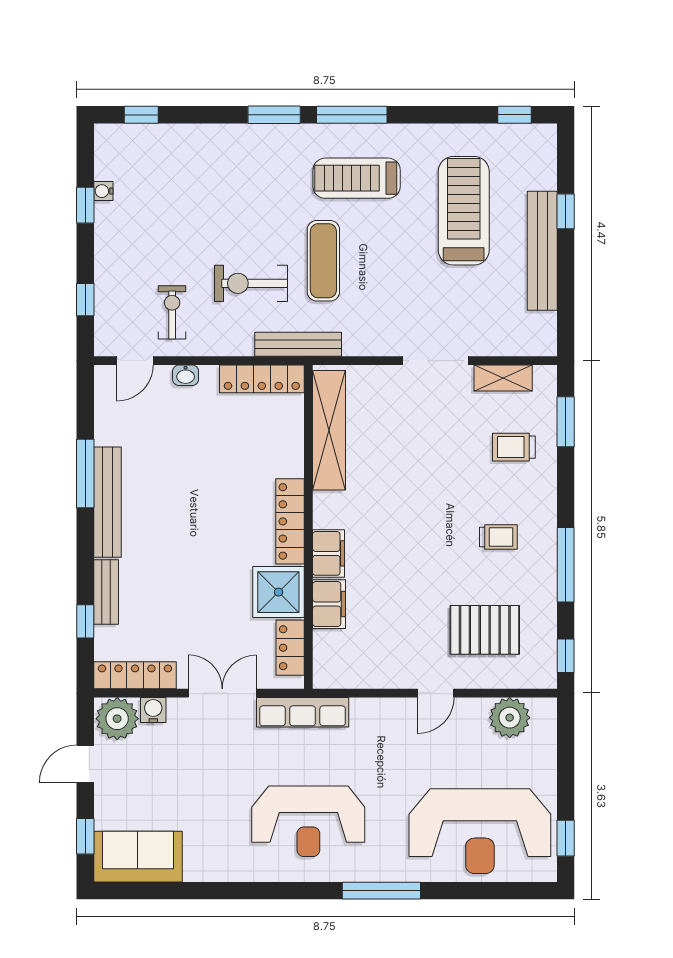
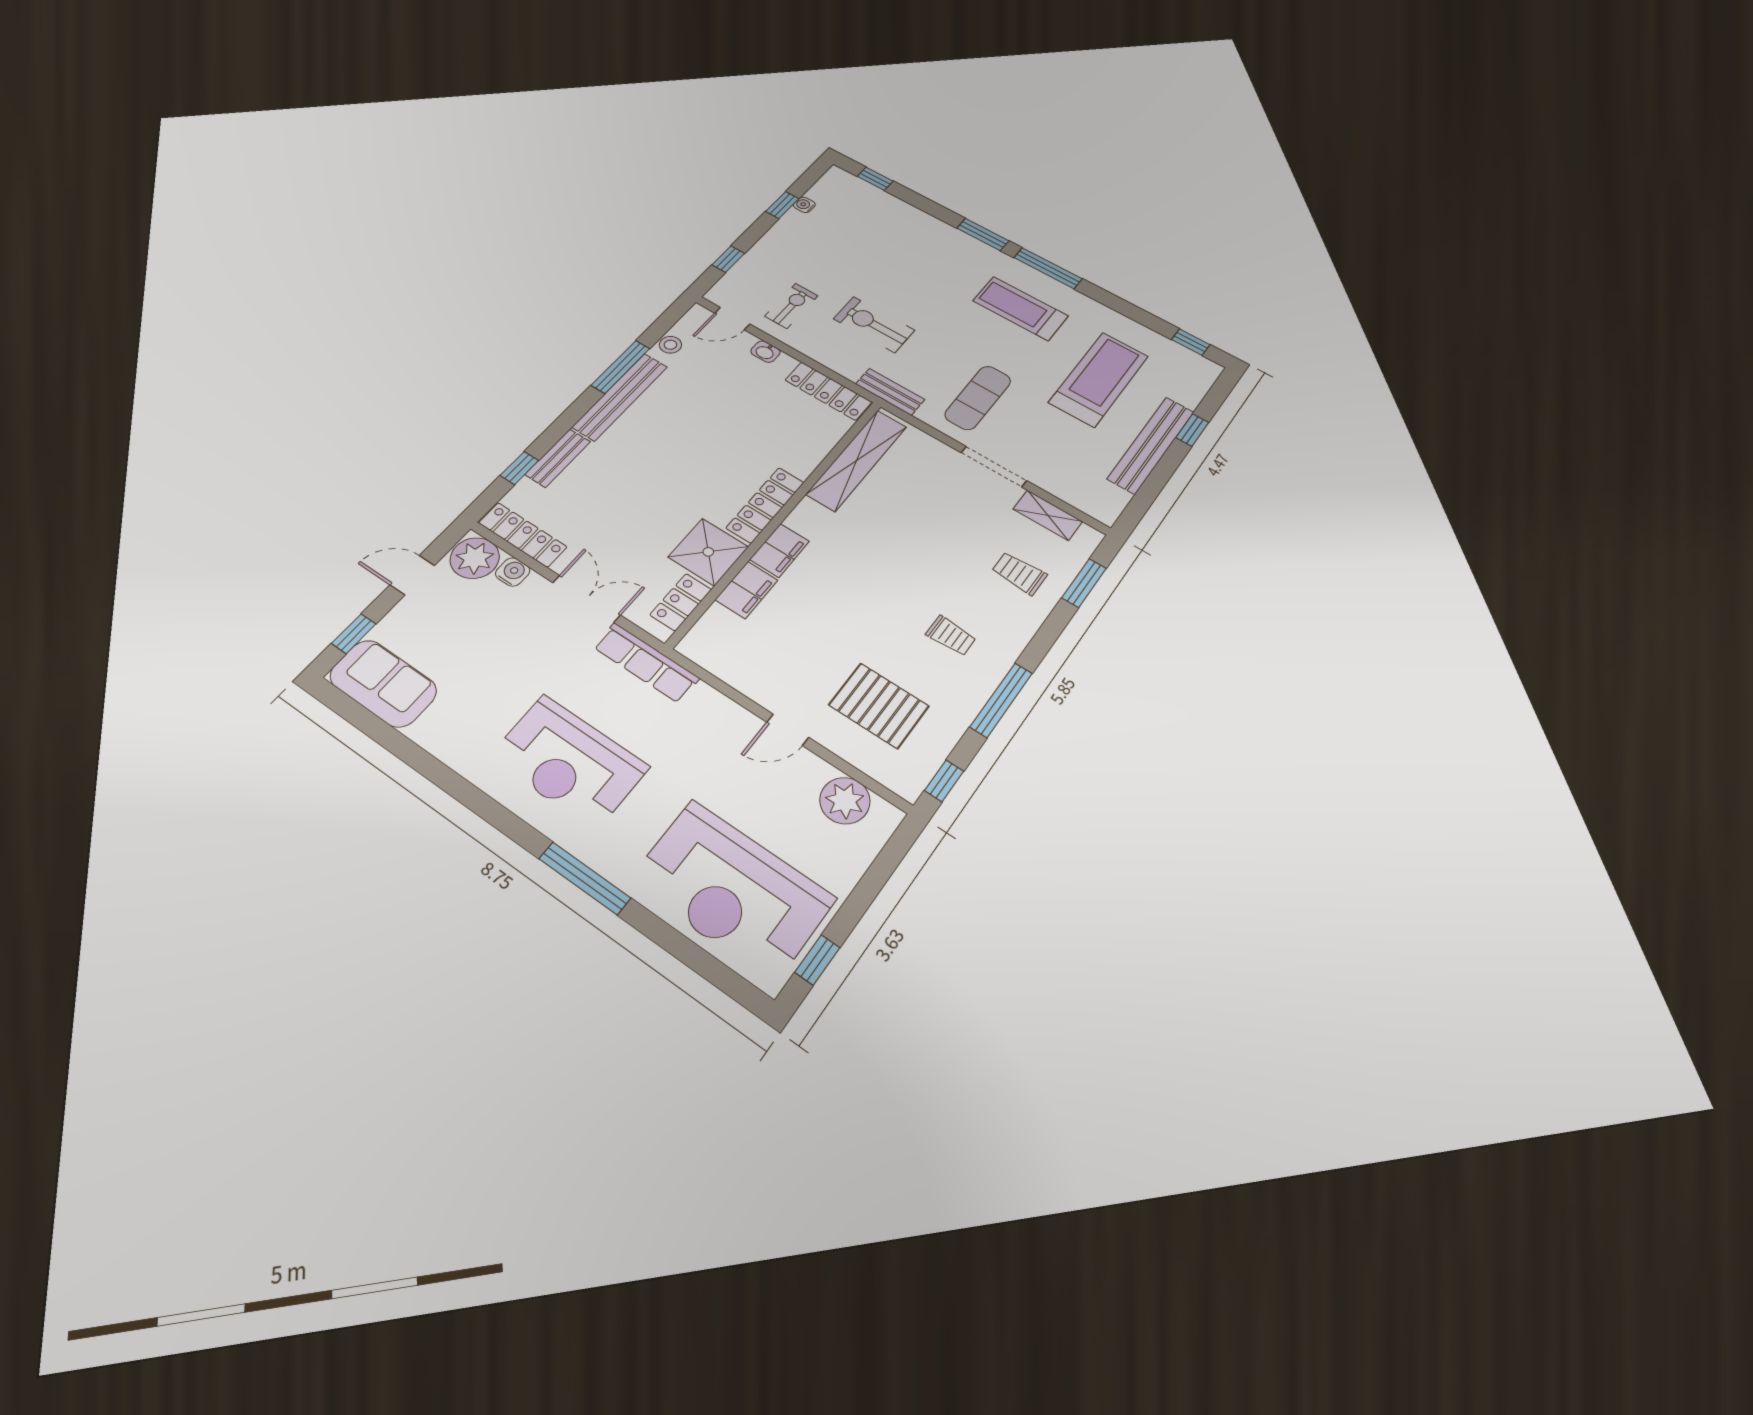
exercise mat: (323, 261) -> (978, 398), moved
bench: (298, 344) -> (890, 392), width x0.73
stool: (107, 423) -> (670, 345), added

